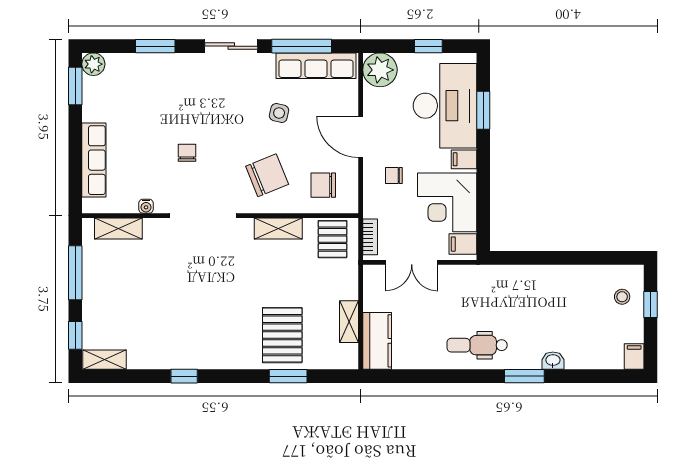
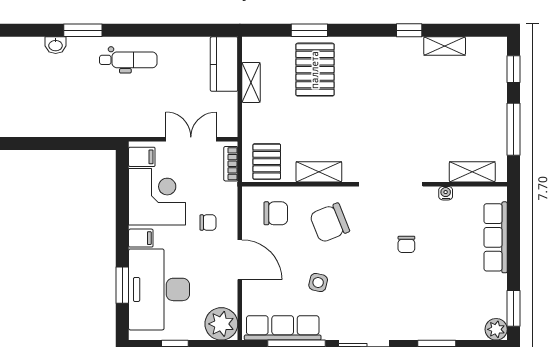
shelving: (105, 360) -> (445, 46), moved

